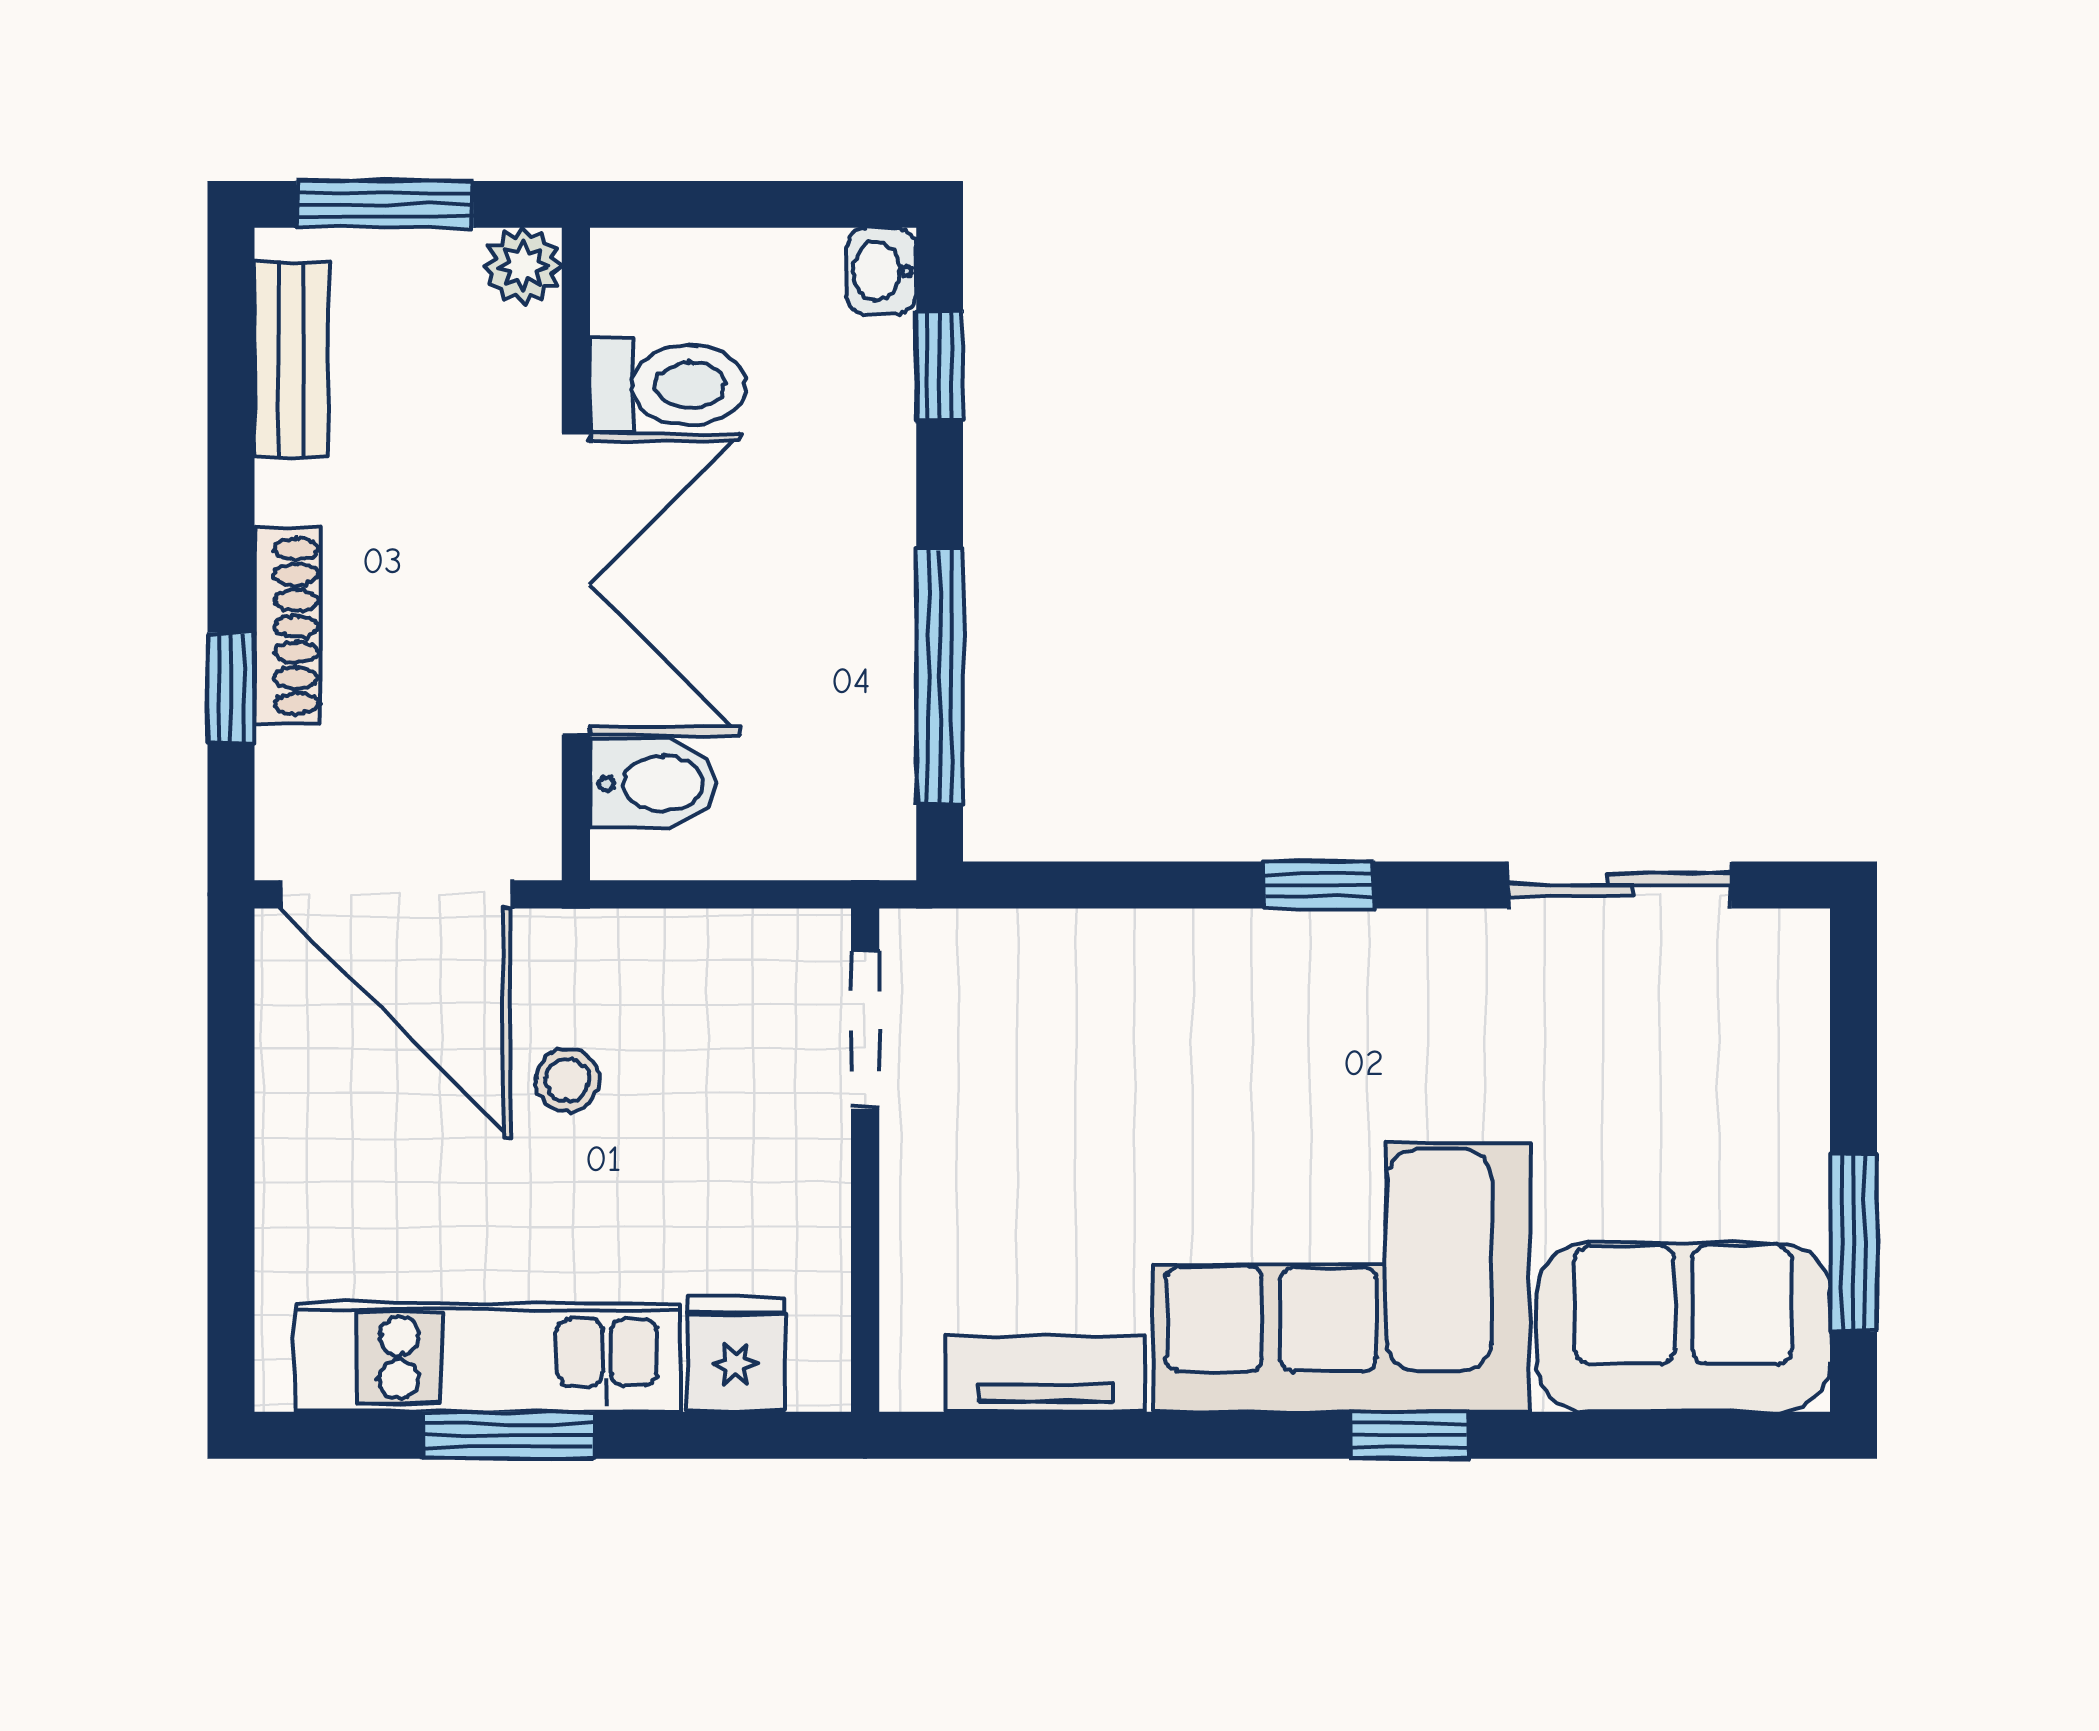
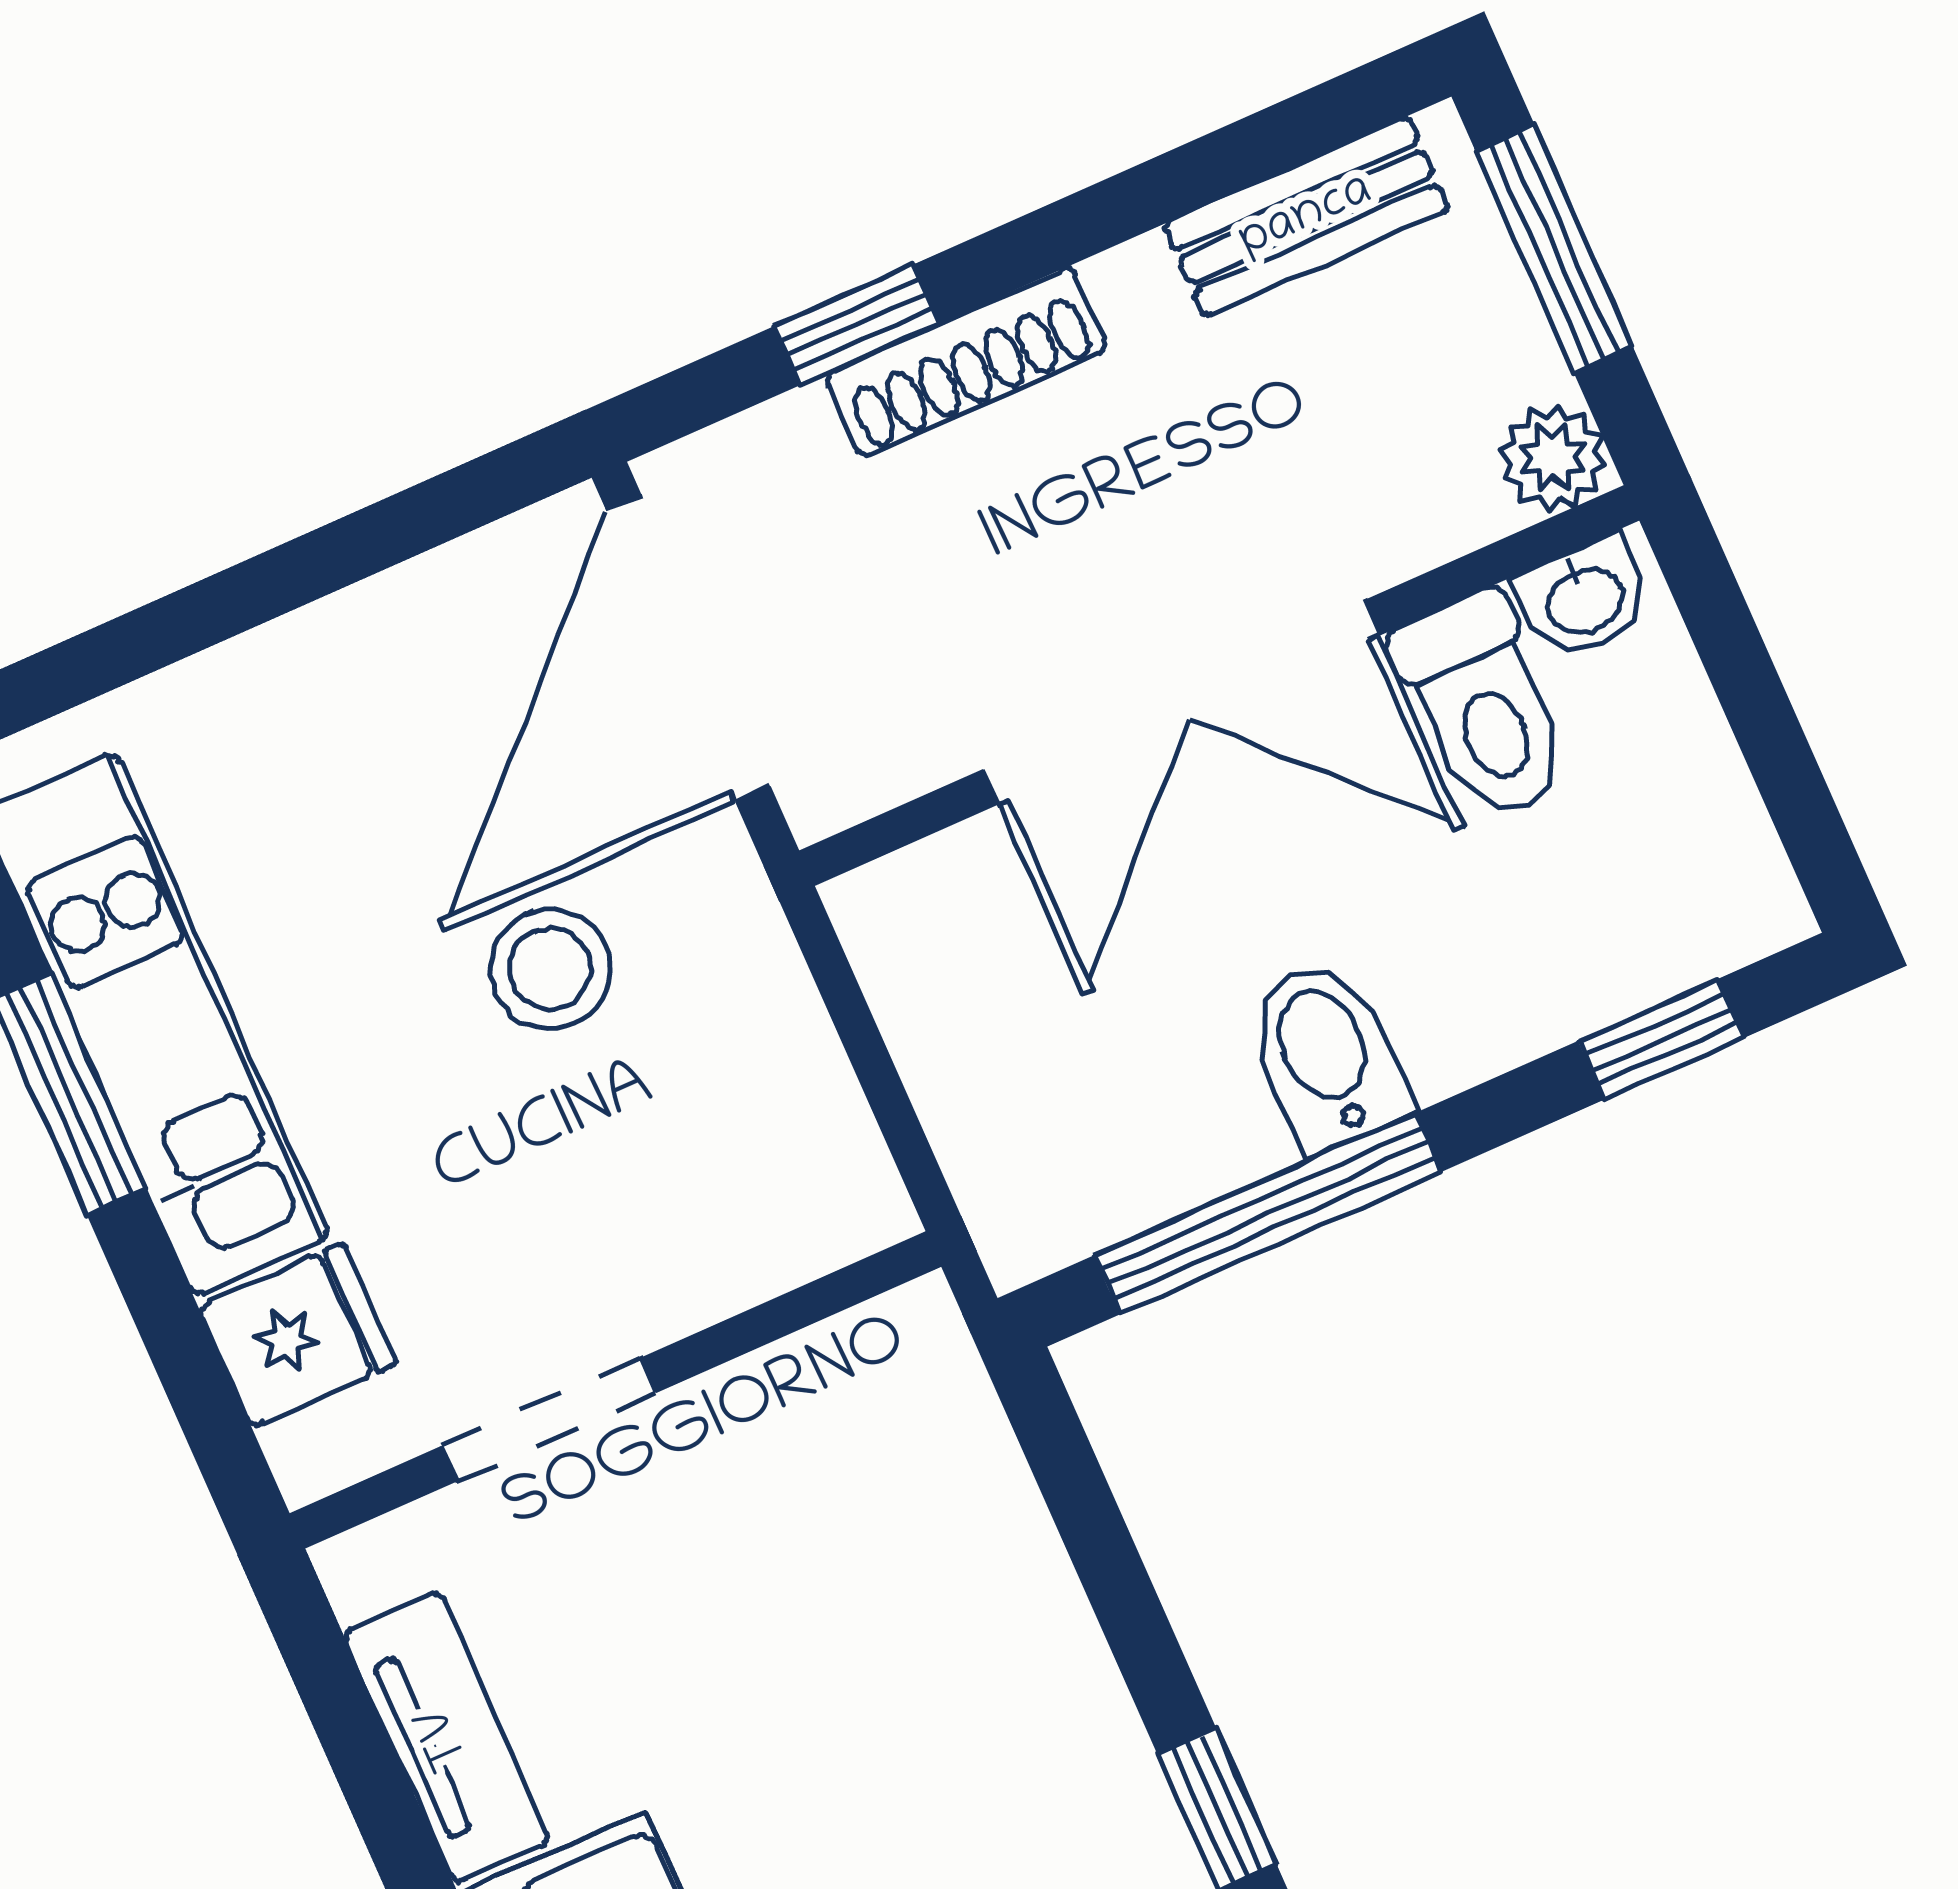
washbasin: (881, 271) -> (1584, 598), moved, turned 180
bidet: (654, 784) -> (1326, 1055), moved, turned 180
doorway: (865, 1030) -> (549, 1420), moved
stool: (567, 1080) -> (550, 969), width x1.37, depth x1.37

